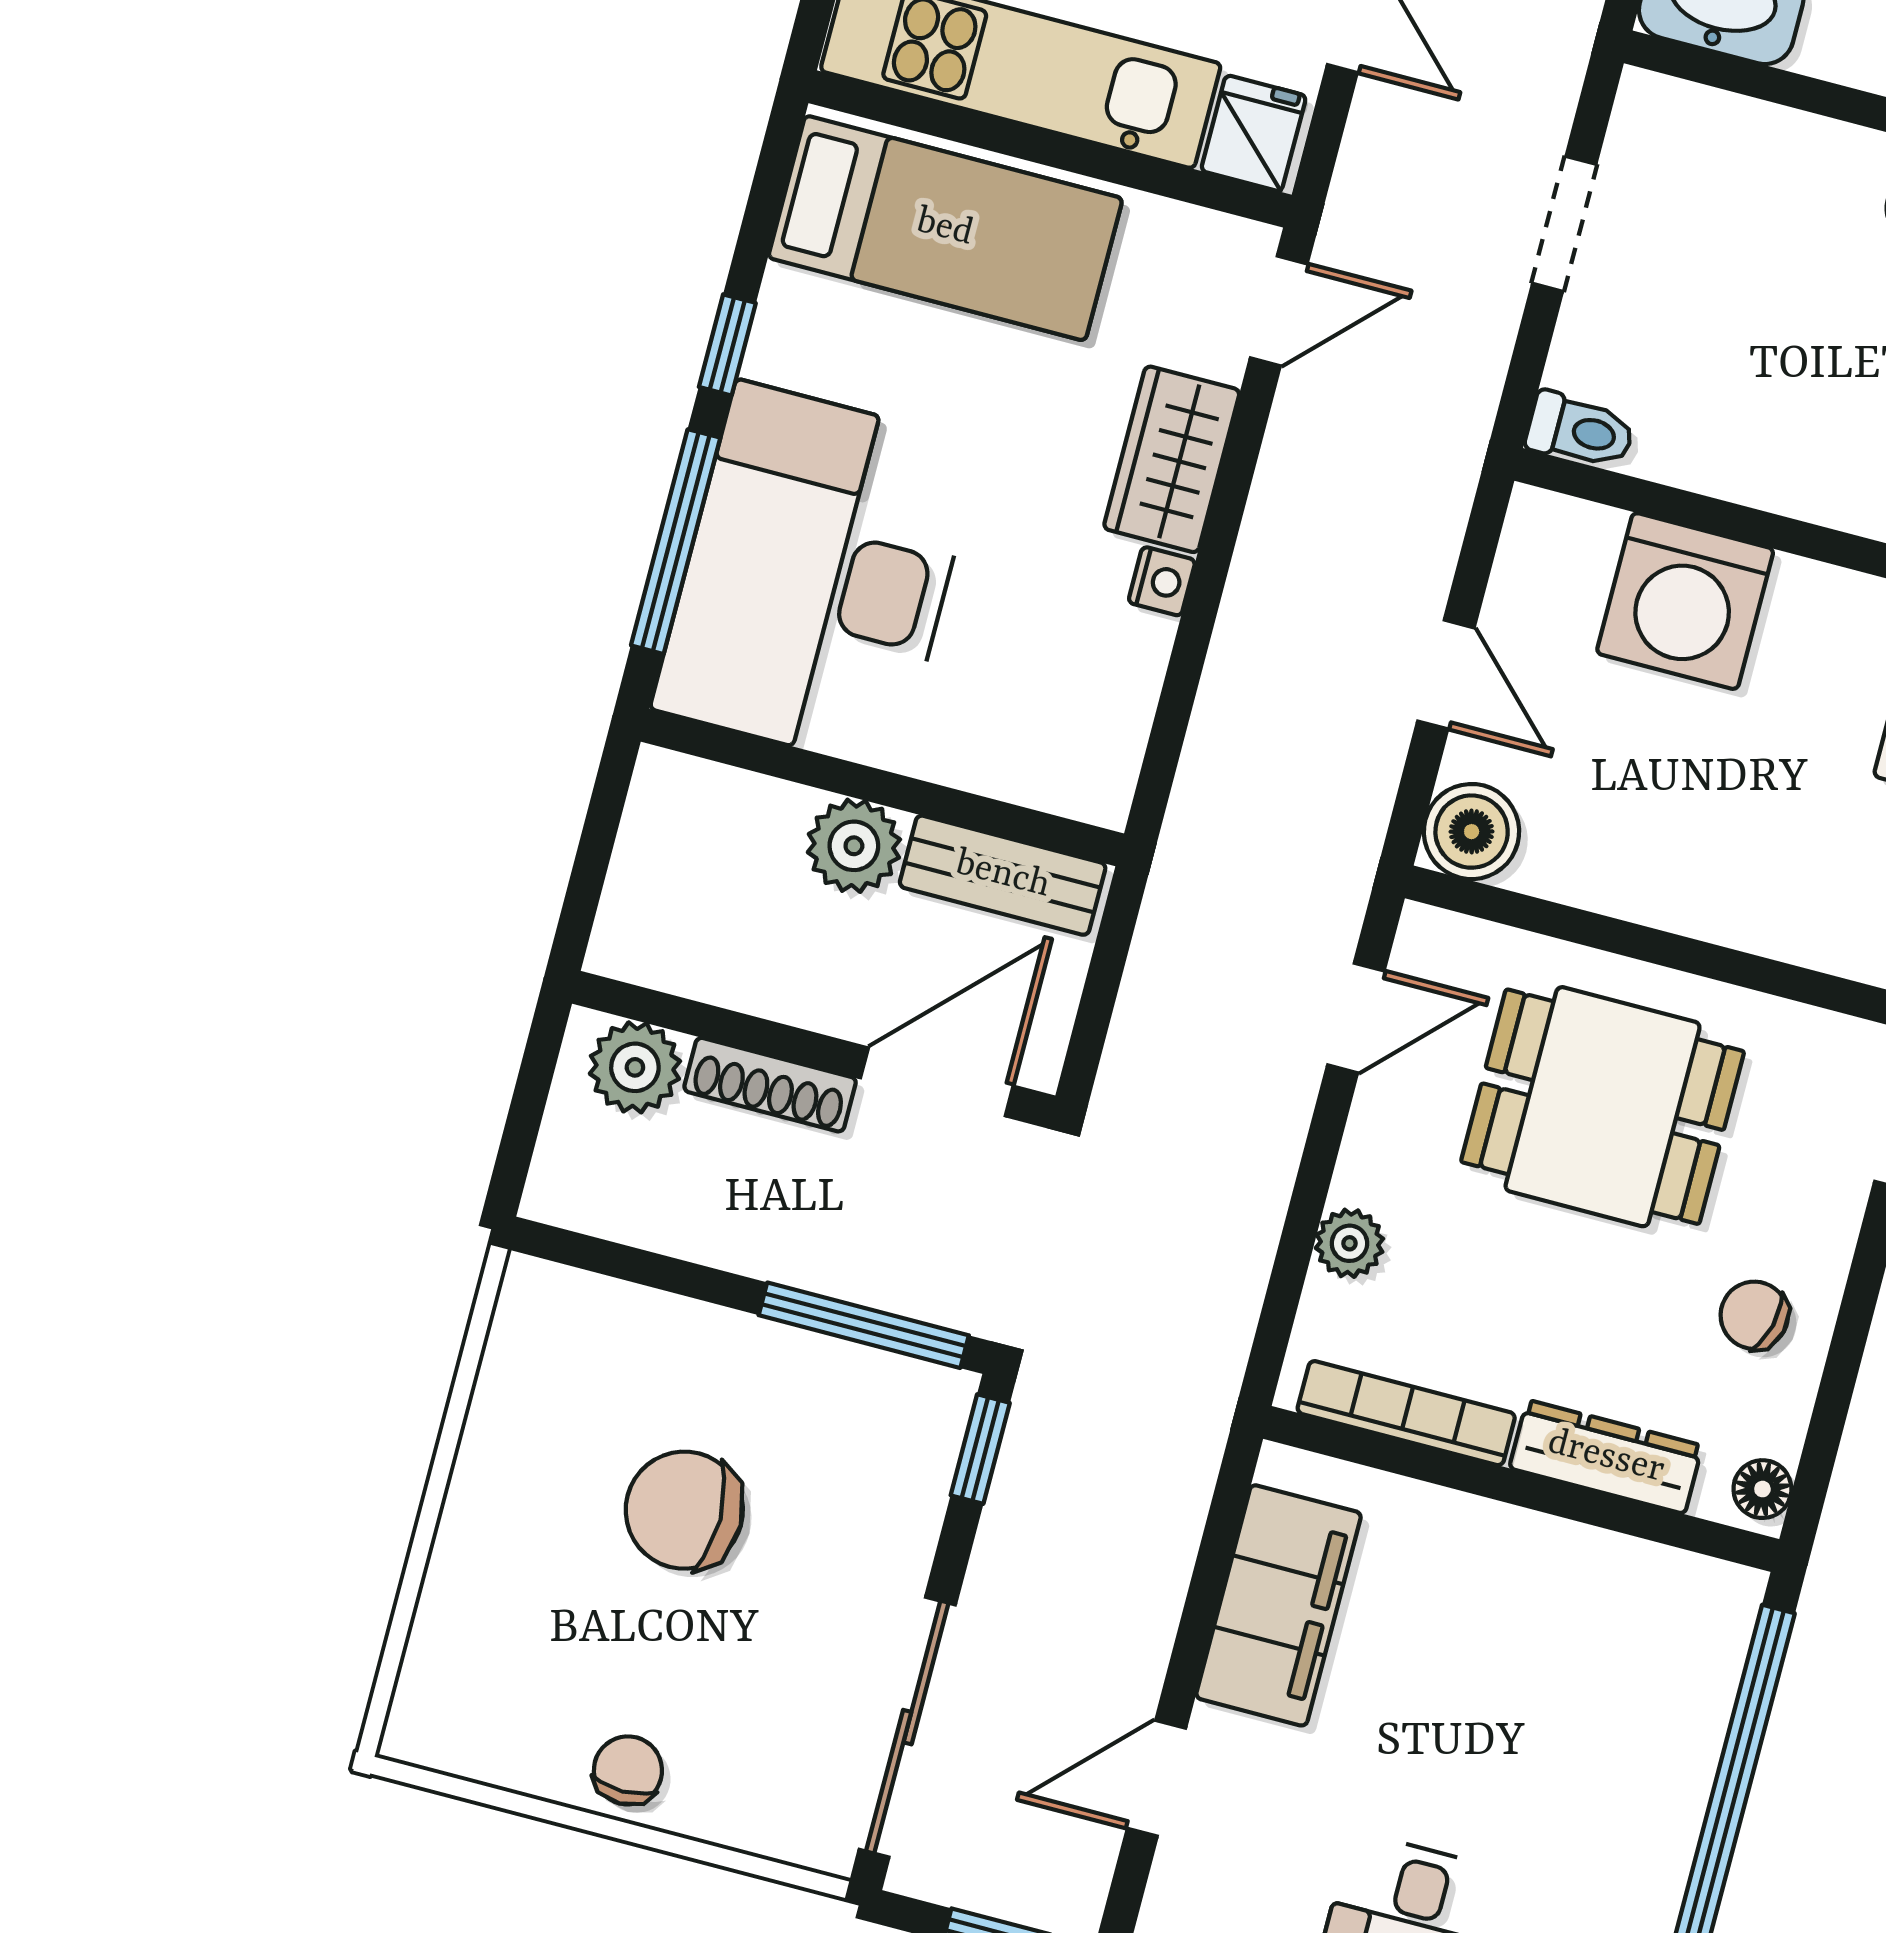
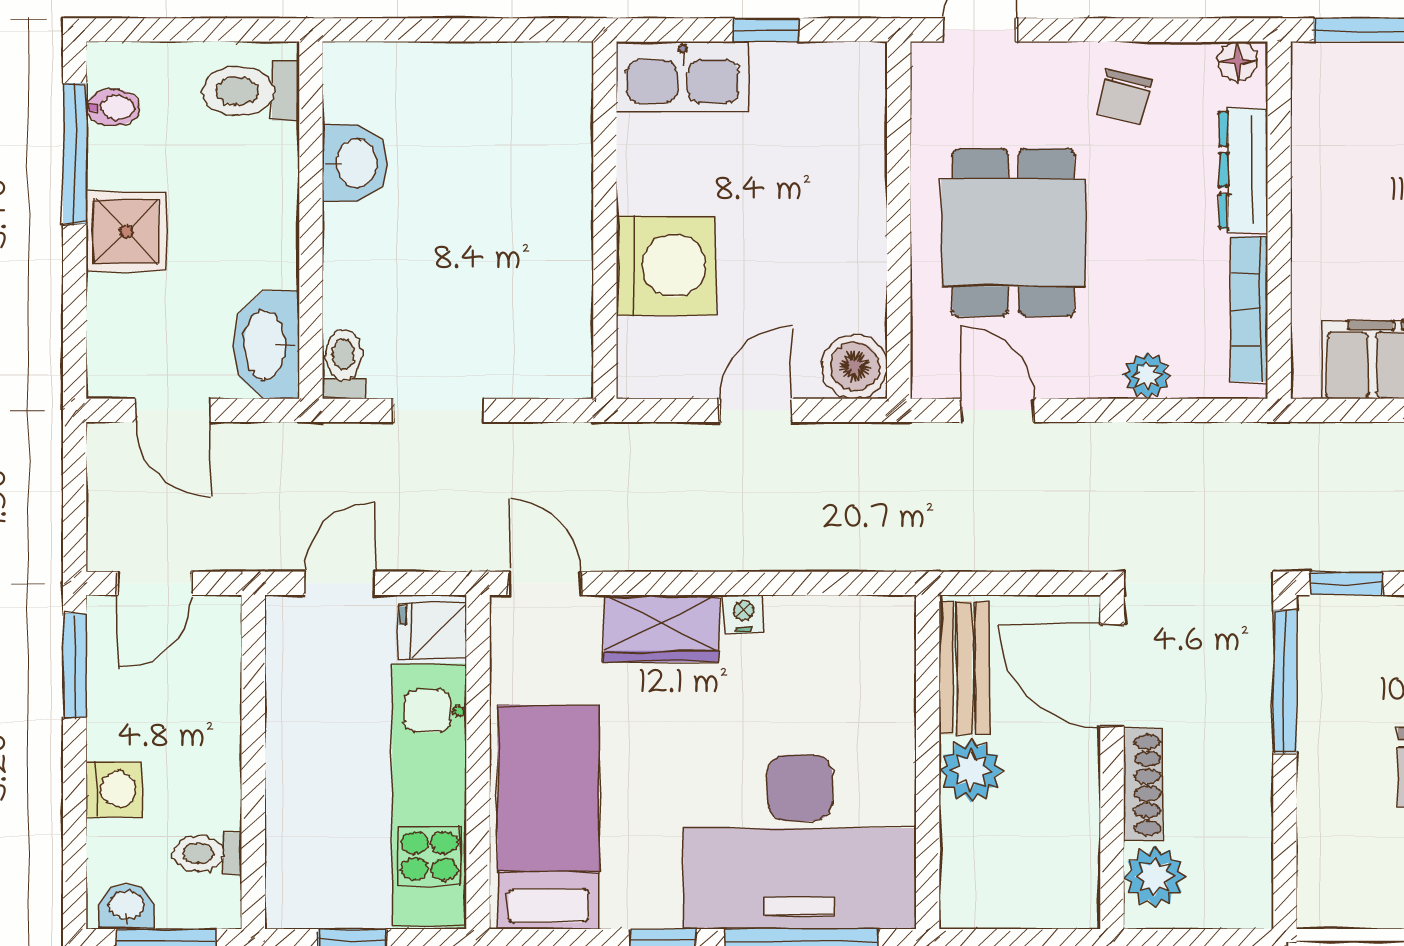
toilet: (1580, 431) -> (344, 364), moved

